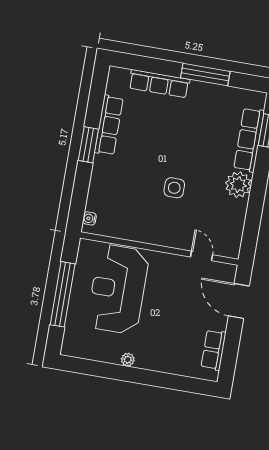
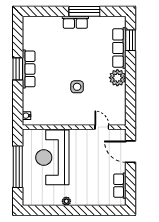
row of seats: (159, 84) -> (75, 22), moved, width x0.68
row of seats: (109, 125) -> (29, 69), moved

